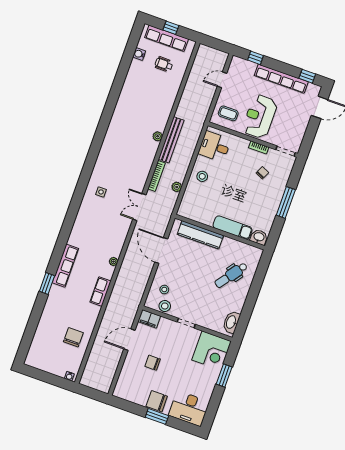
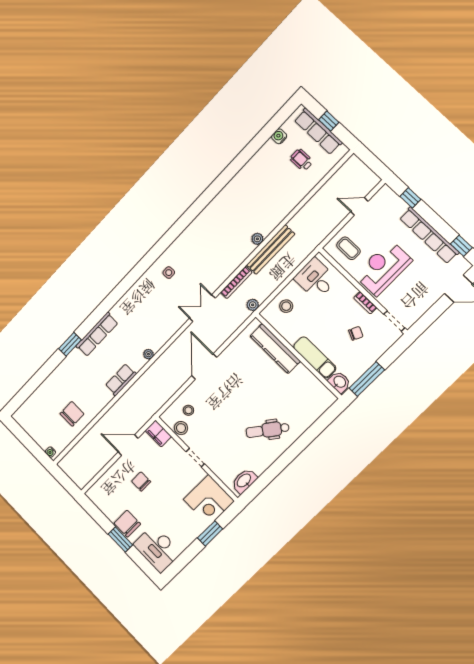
exam couch: (233, 228) -> (315, 357), moved
wall: (220, 232) -> (298, 356), moved
kitchen counter: (200, 235) -> (275, 349), moved
washbasin: (259, 237) -> (339, 382), moved

